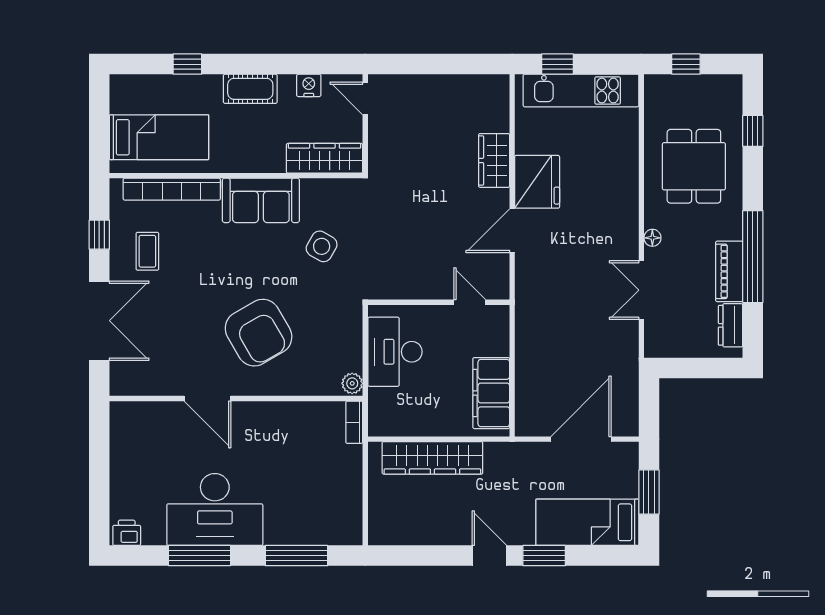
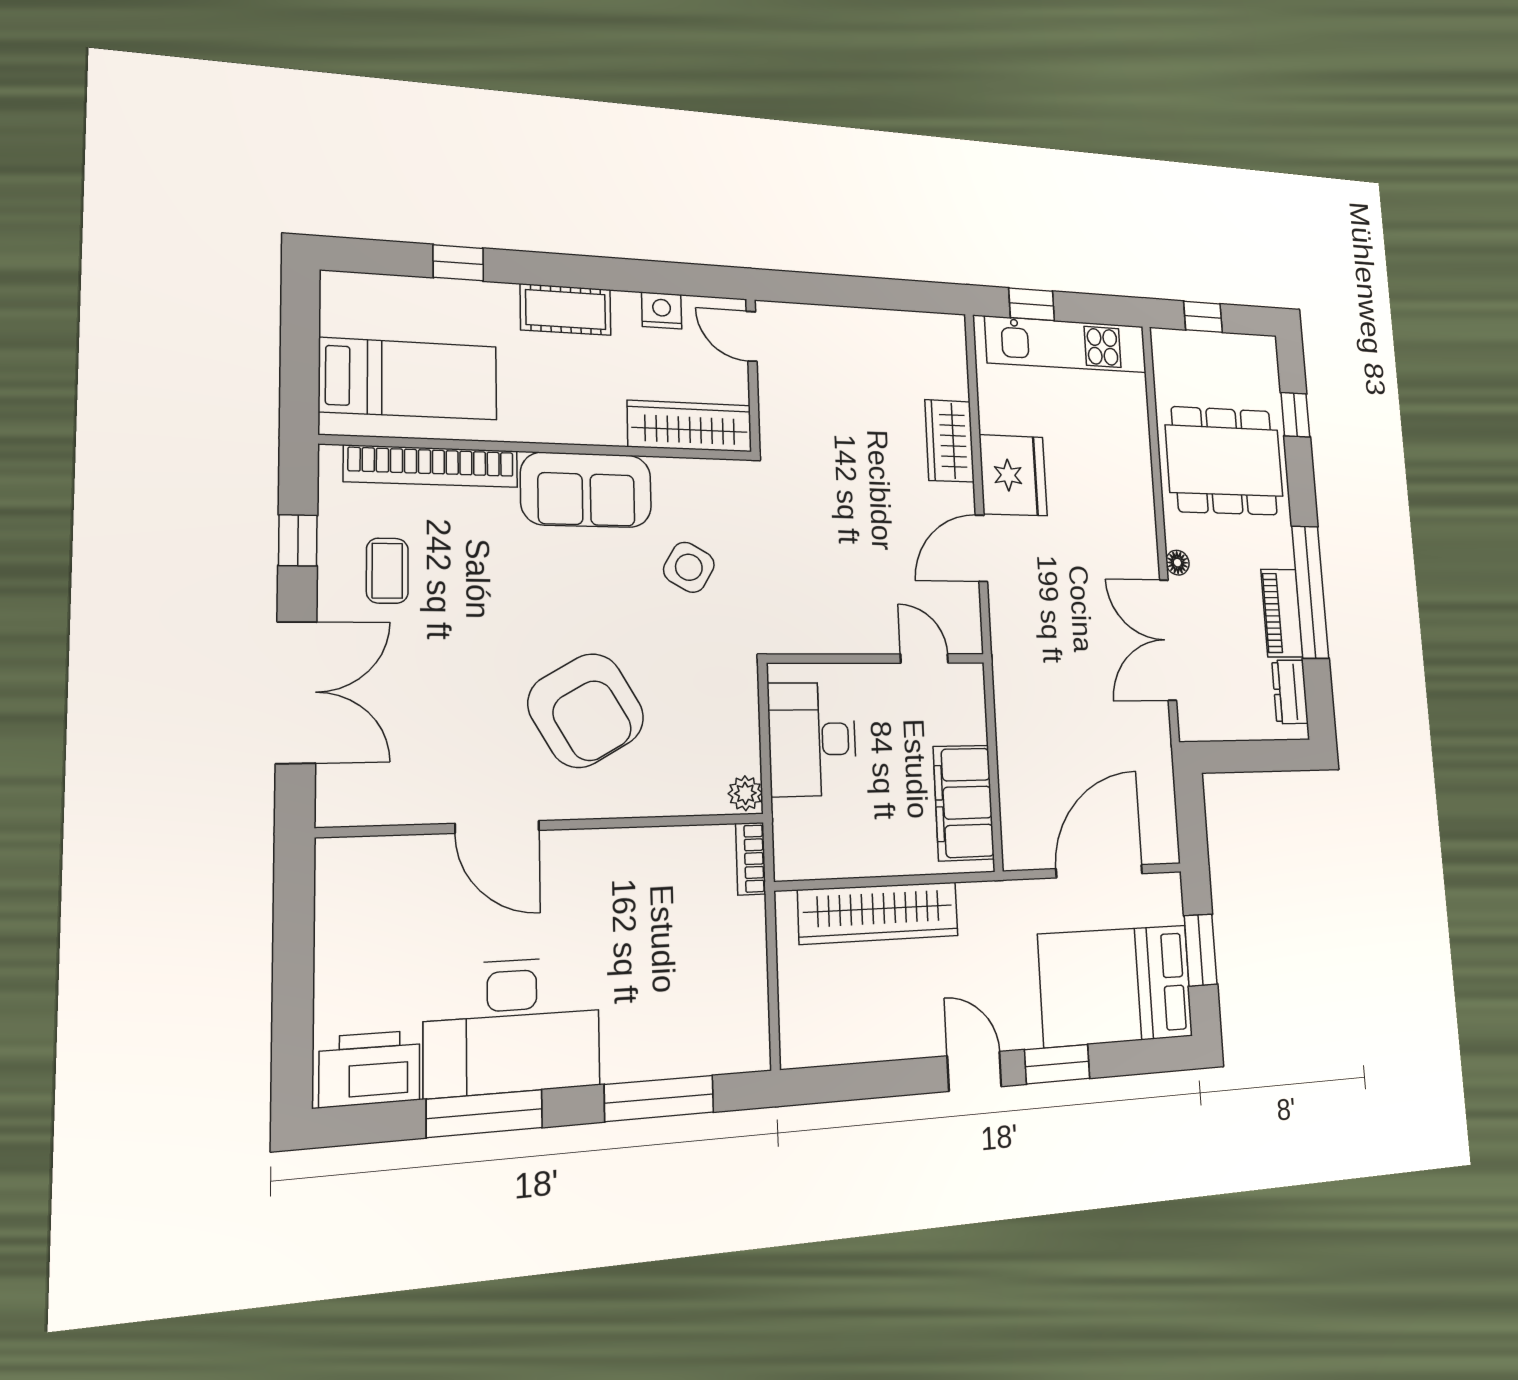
dining table: (694, 166) -> (1224, 461), width x1.38
double door: (641, 290) -> (1168, 640), width x1.37
bed: (587, 522) -> (1116, 986), width x1.50
printer: (127, 533) -> (370, 1069), width x1.87, depth x1.48

